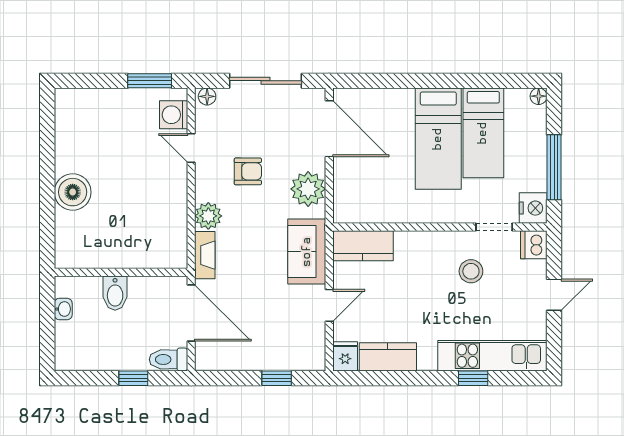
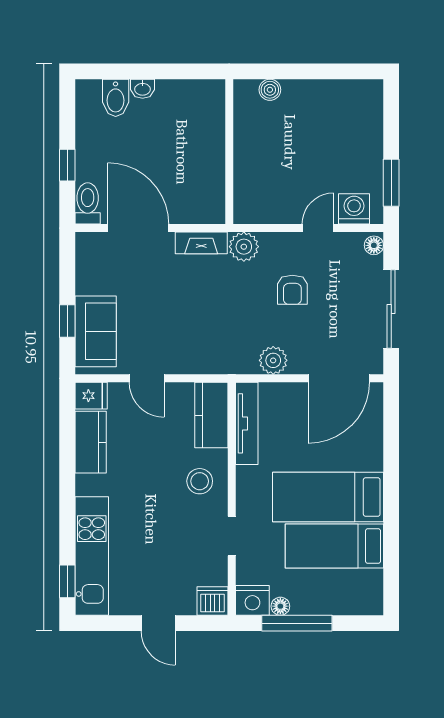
floor lamp: (539, 96) -> (280, 606), moved
plant: (308, 189) -> (273, 360), width x0.73, depth x0.73
boiler: (73, 192) -> (270, 90), width x0.54, depth x0.54
tv unit: (371, 213) -> (247, 423), added
doorway: (494, 227) -> (232, 536), moved
sofa: (307, 252) -> (96, 331), moved, turned 90
stool: (471, 271) -> (200, 481), moved
wall: (121, 272) -> (229, 152), moved
bidet: (115, 293) -> (116, 98), moved, turned -90
door: (191, 313) -> (138, 228), swing flipped
window: (473, 378) -> (67, 581), moved

